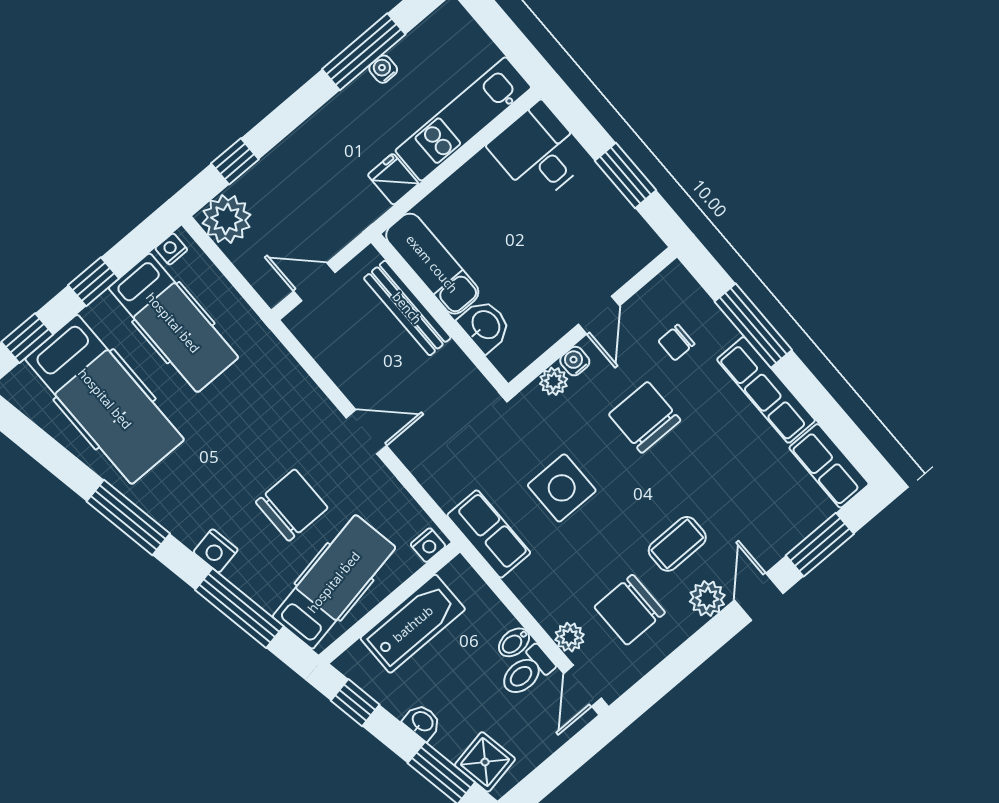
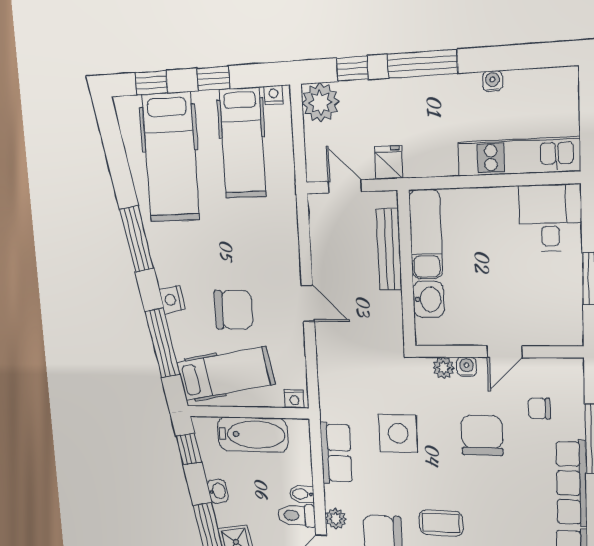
window: (364, 52) -> (422, 64), moved
fridge: (393, 179) -> (389, 163), moved
row of seats: (489, 534) -> (336, 453), moved

